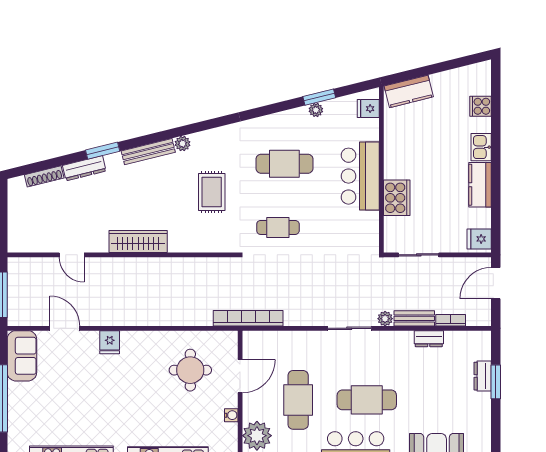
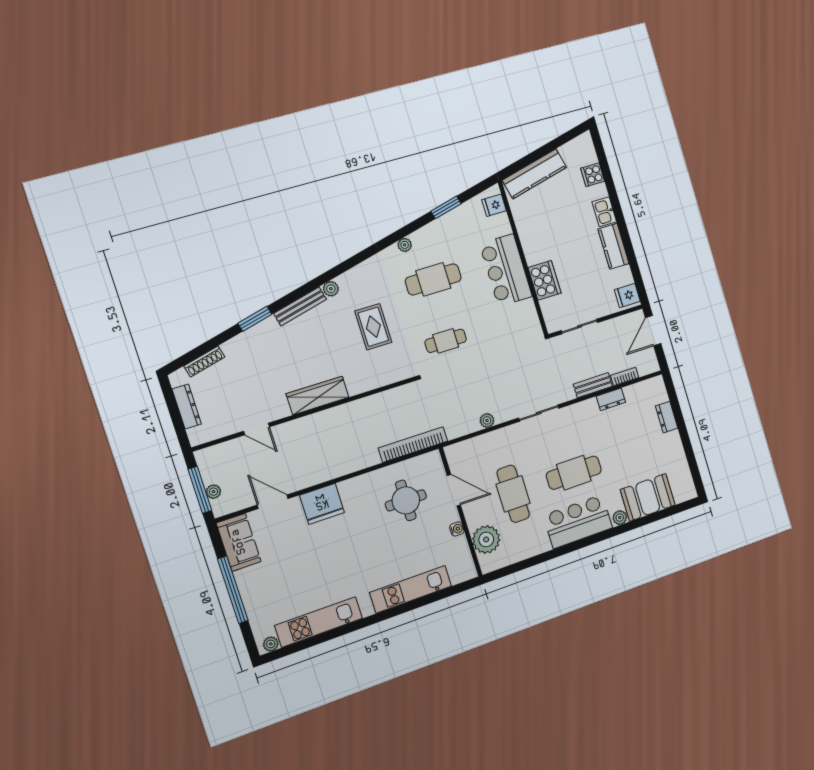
kitchen counter: (409, 91) -> (534, 174), width x1.50
plant: (316, 110) -> (405, 245), moved
dresser: (84, 168) -> (187, 406), moved, turned -76
plant: (14, 301) -> (213, 492), added
bookcase: (248, 318) -> (413, 445), moved
plant: (385, 319) -> (487, 420), moved
fridge: (110, 342) -> (322, 504), width x1.88, depth x1.34
door: (240, 376) -> (454, 490), hinge flipped
window: (496, 382) -> (679, 418), removed

